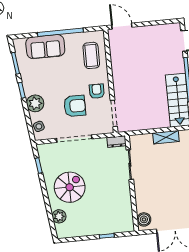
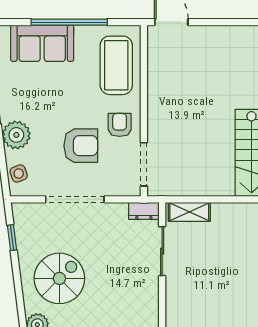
coffee table: (91, 55) -> (116, 65), width x1.36, depth x1.32
shelving: (166, 137) -> (189, 212), moved

